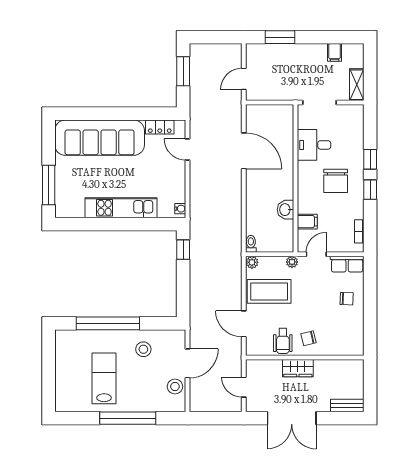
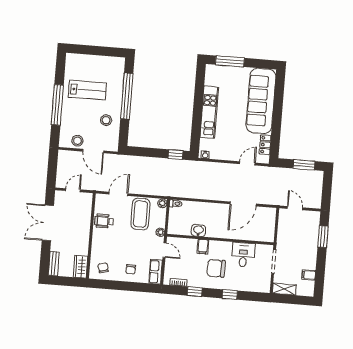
window: (370, 190) -> (195, 292), moved
filing cabinet: (307, 222) -> (203, 247), moved
chair: (309, 338) -> (103, 268), moved
wardrobe: (298, 368) -> (81, 267), moved

